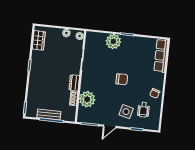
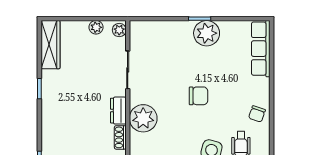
wardrobe: (39, 40) -> (50, 45), width x1.50
plant: (113, 41) -> (207, 33), moved
plant: (87, 99) -> (143, 118), moved

